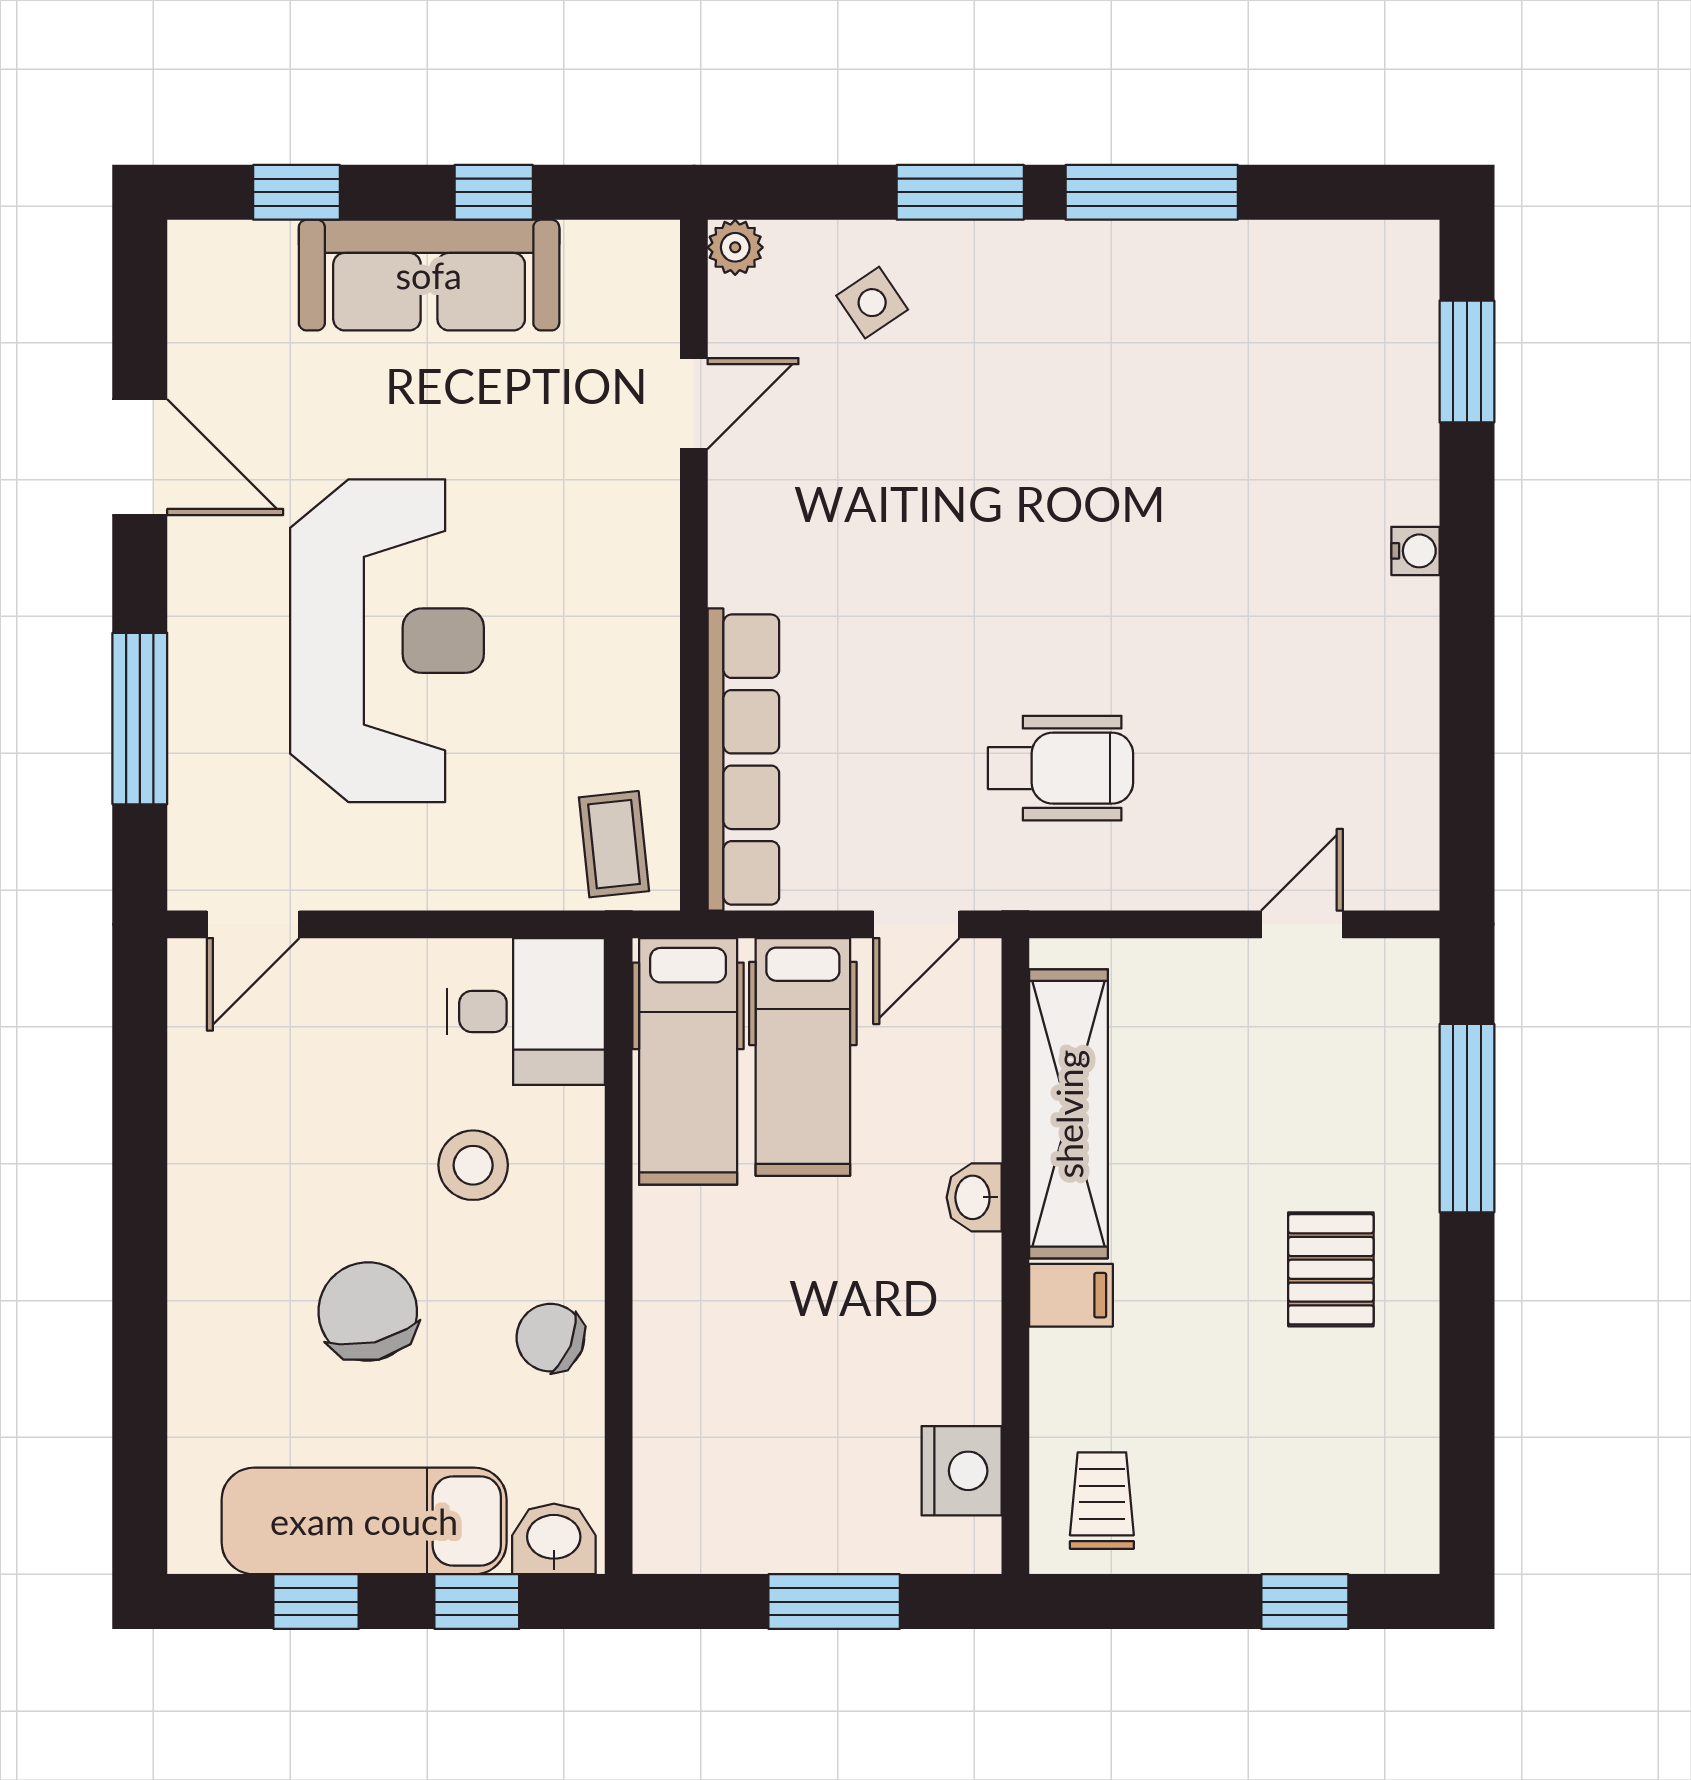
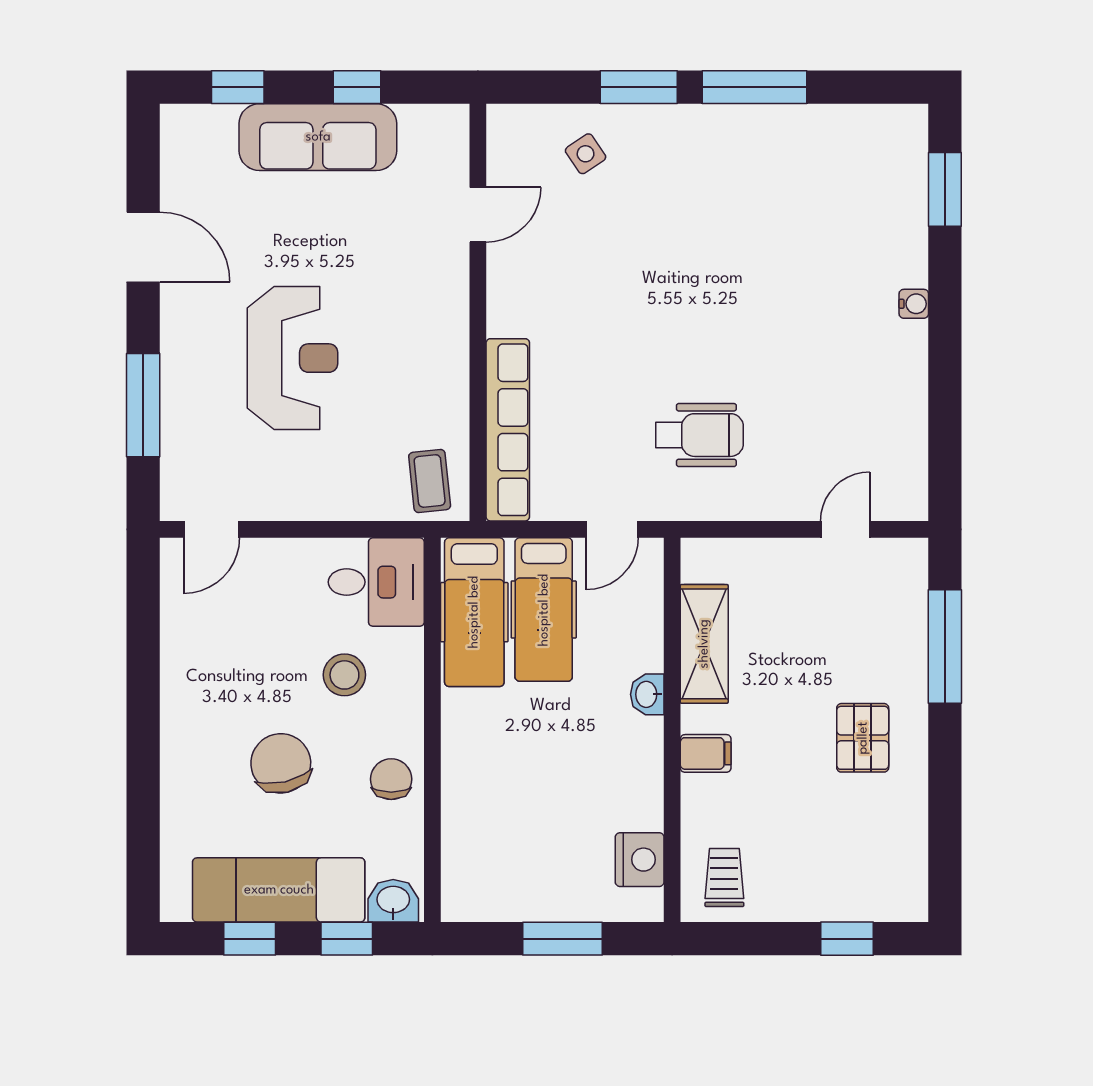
plant: (735, 247) -> (503, 120), removed
reception desk: (387, 641) -> (292, 358), width x0.74, depth x0.77
shelving: (1069, 1114) -> (704, 644), width x0.68
chair: (550, 1338) -> (391, 779), turned 68

